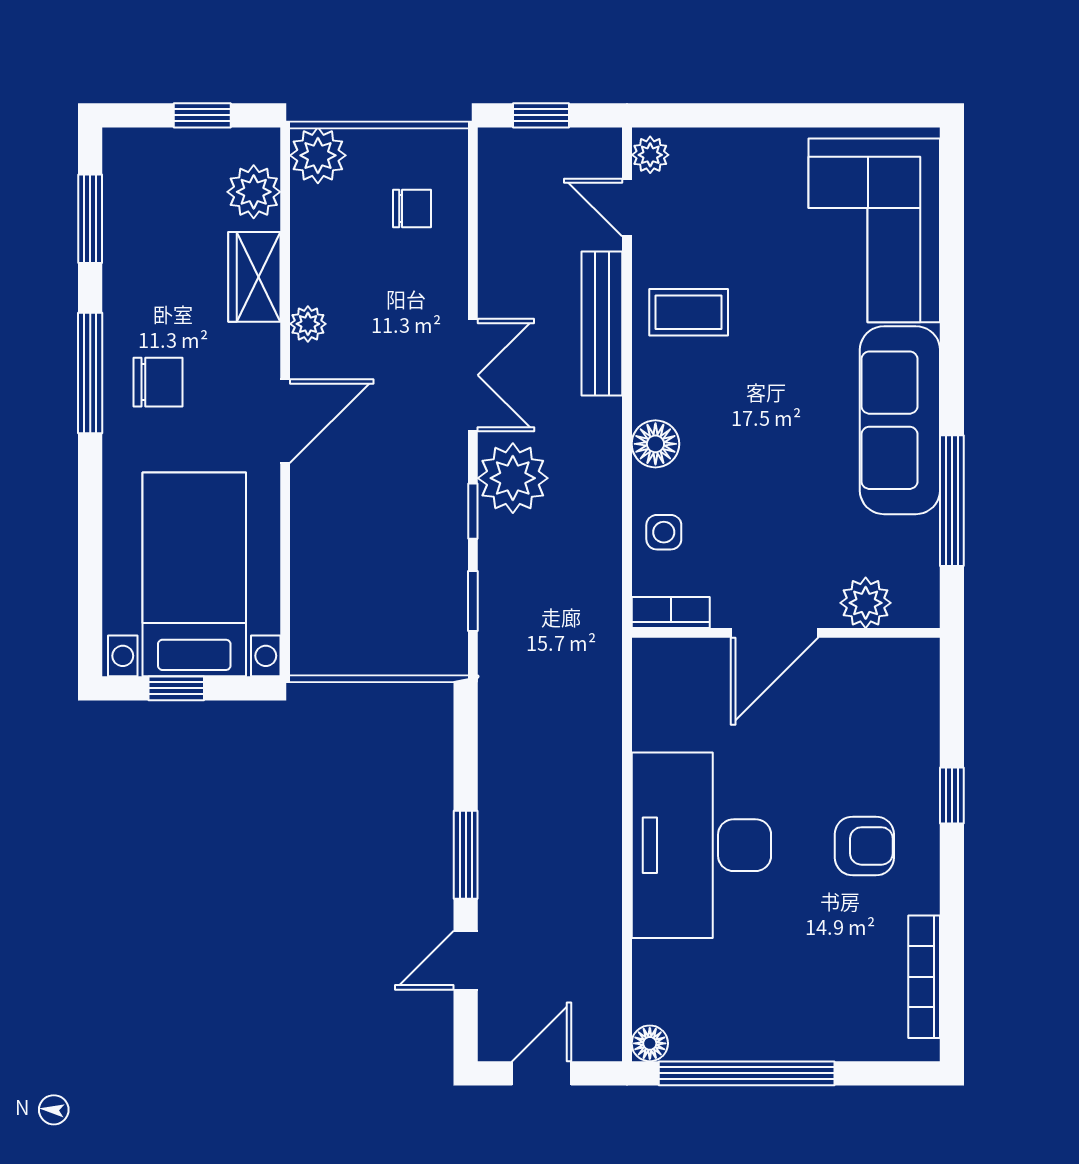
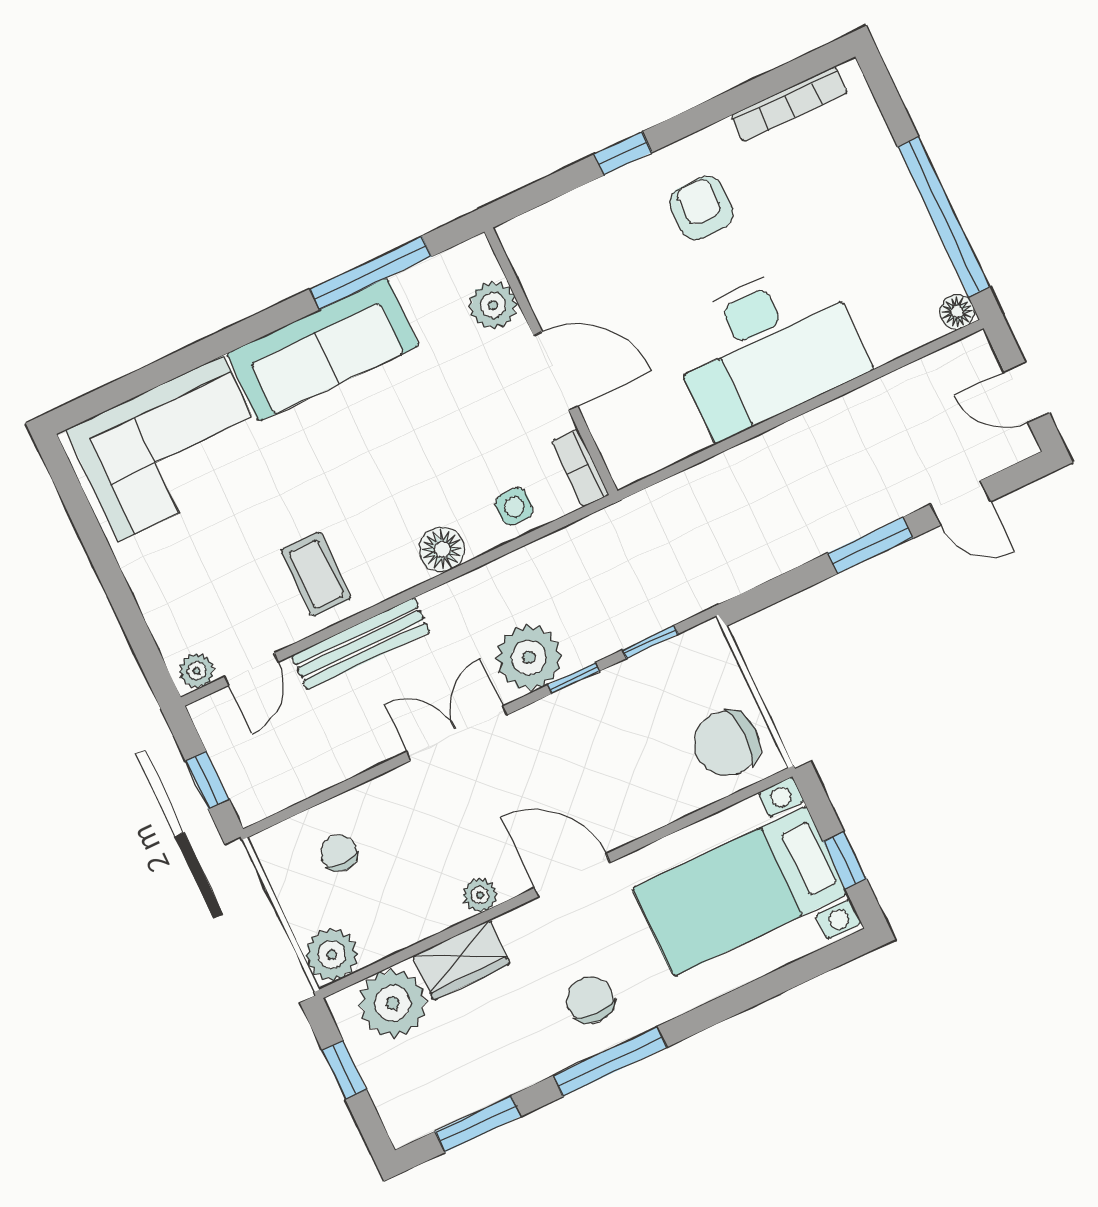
plant: (254, 192) -> (393, 1003), width x1.36, depth x1.36
chair: (341, 628) -> (727, 743), added

